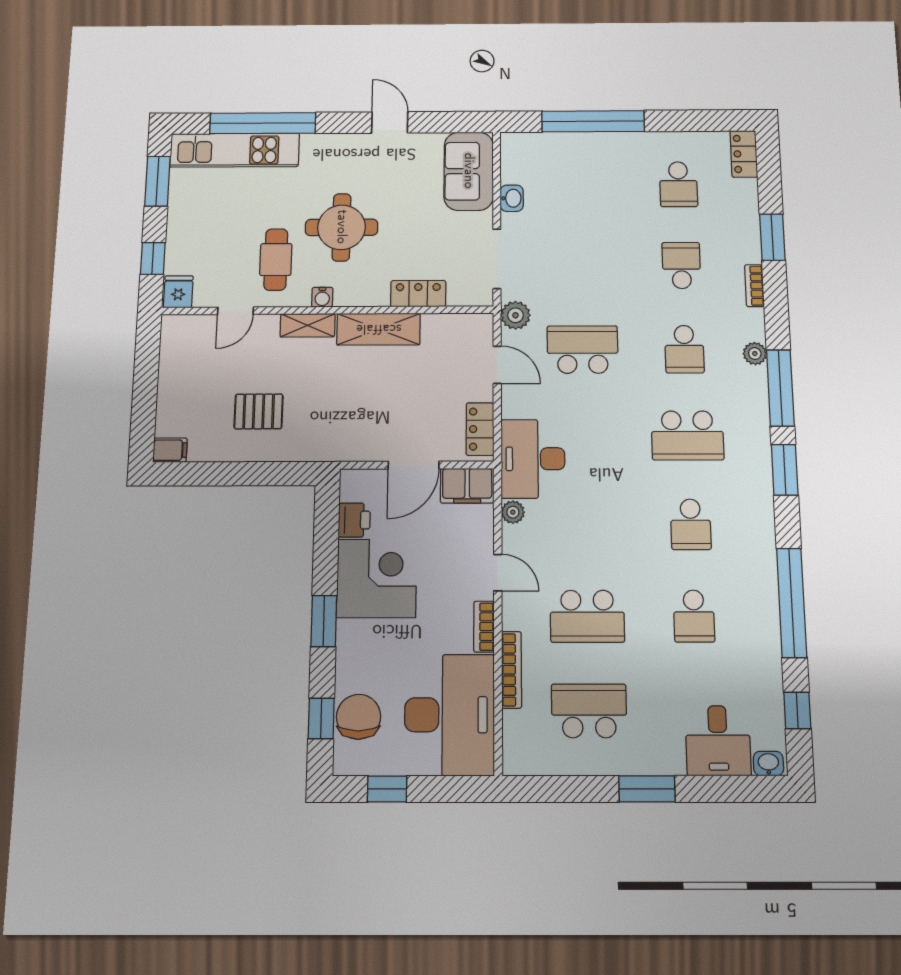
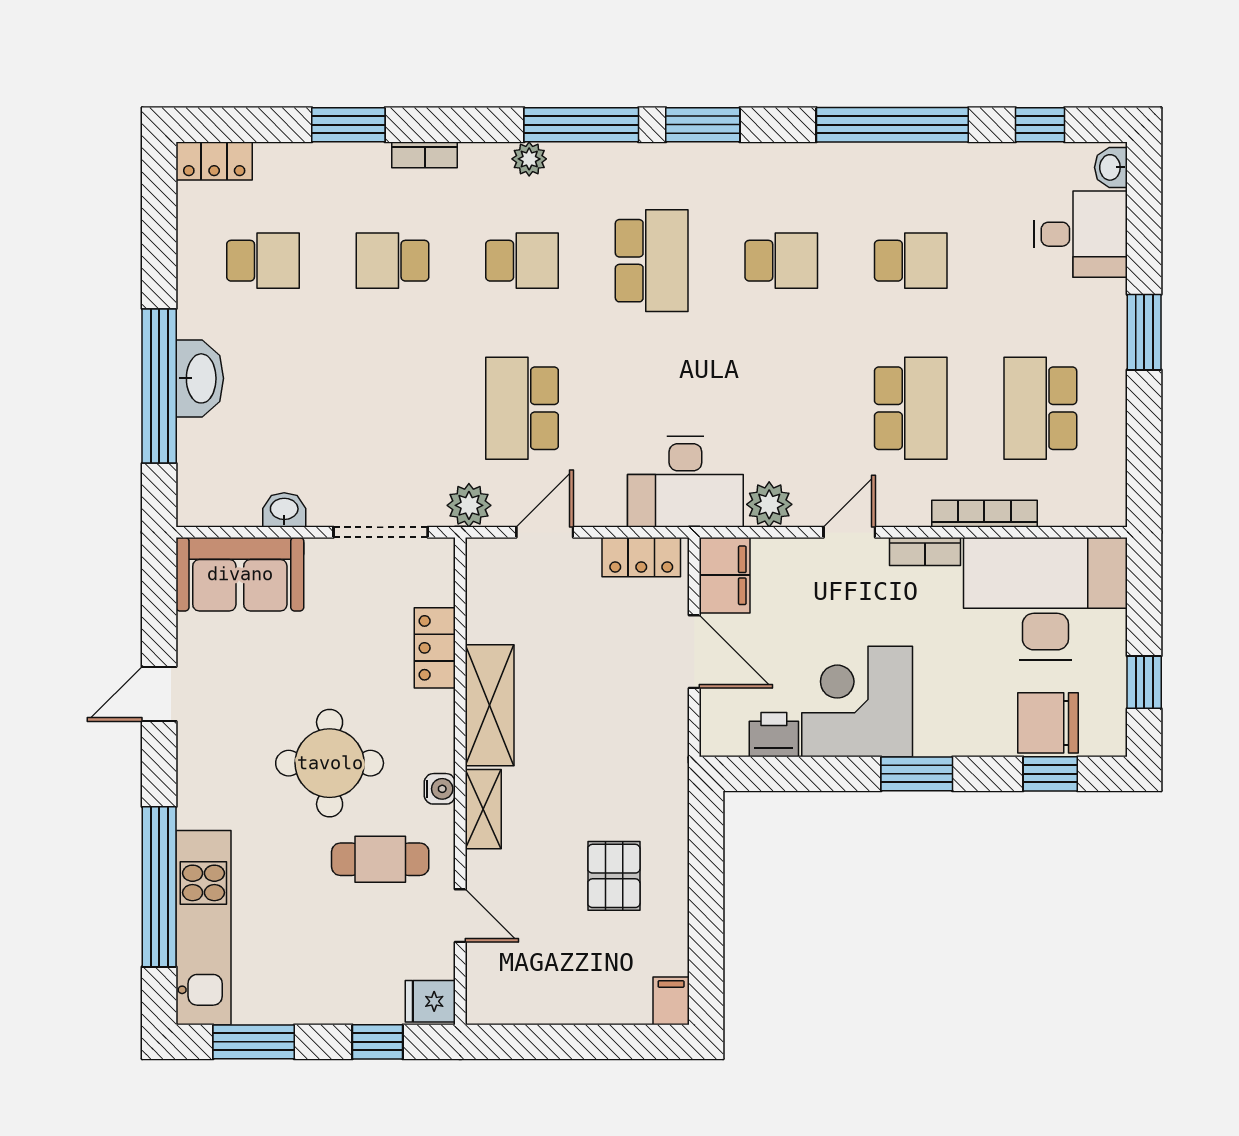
washbasin: (599, 146) -> (200, 378), added
plant: (513, 512) -> (769, 504), width x1.38, depth x1.38

